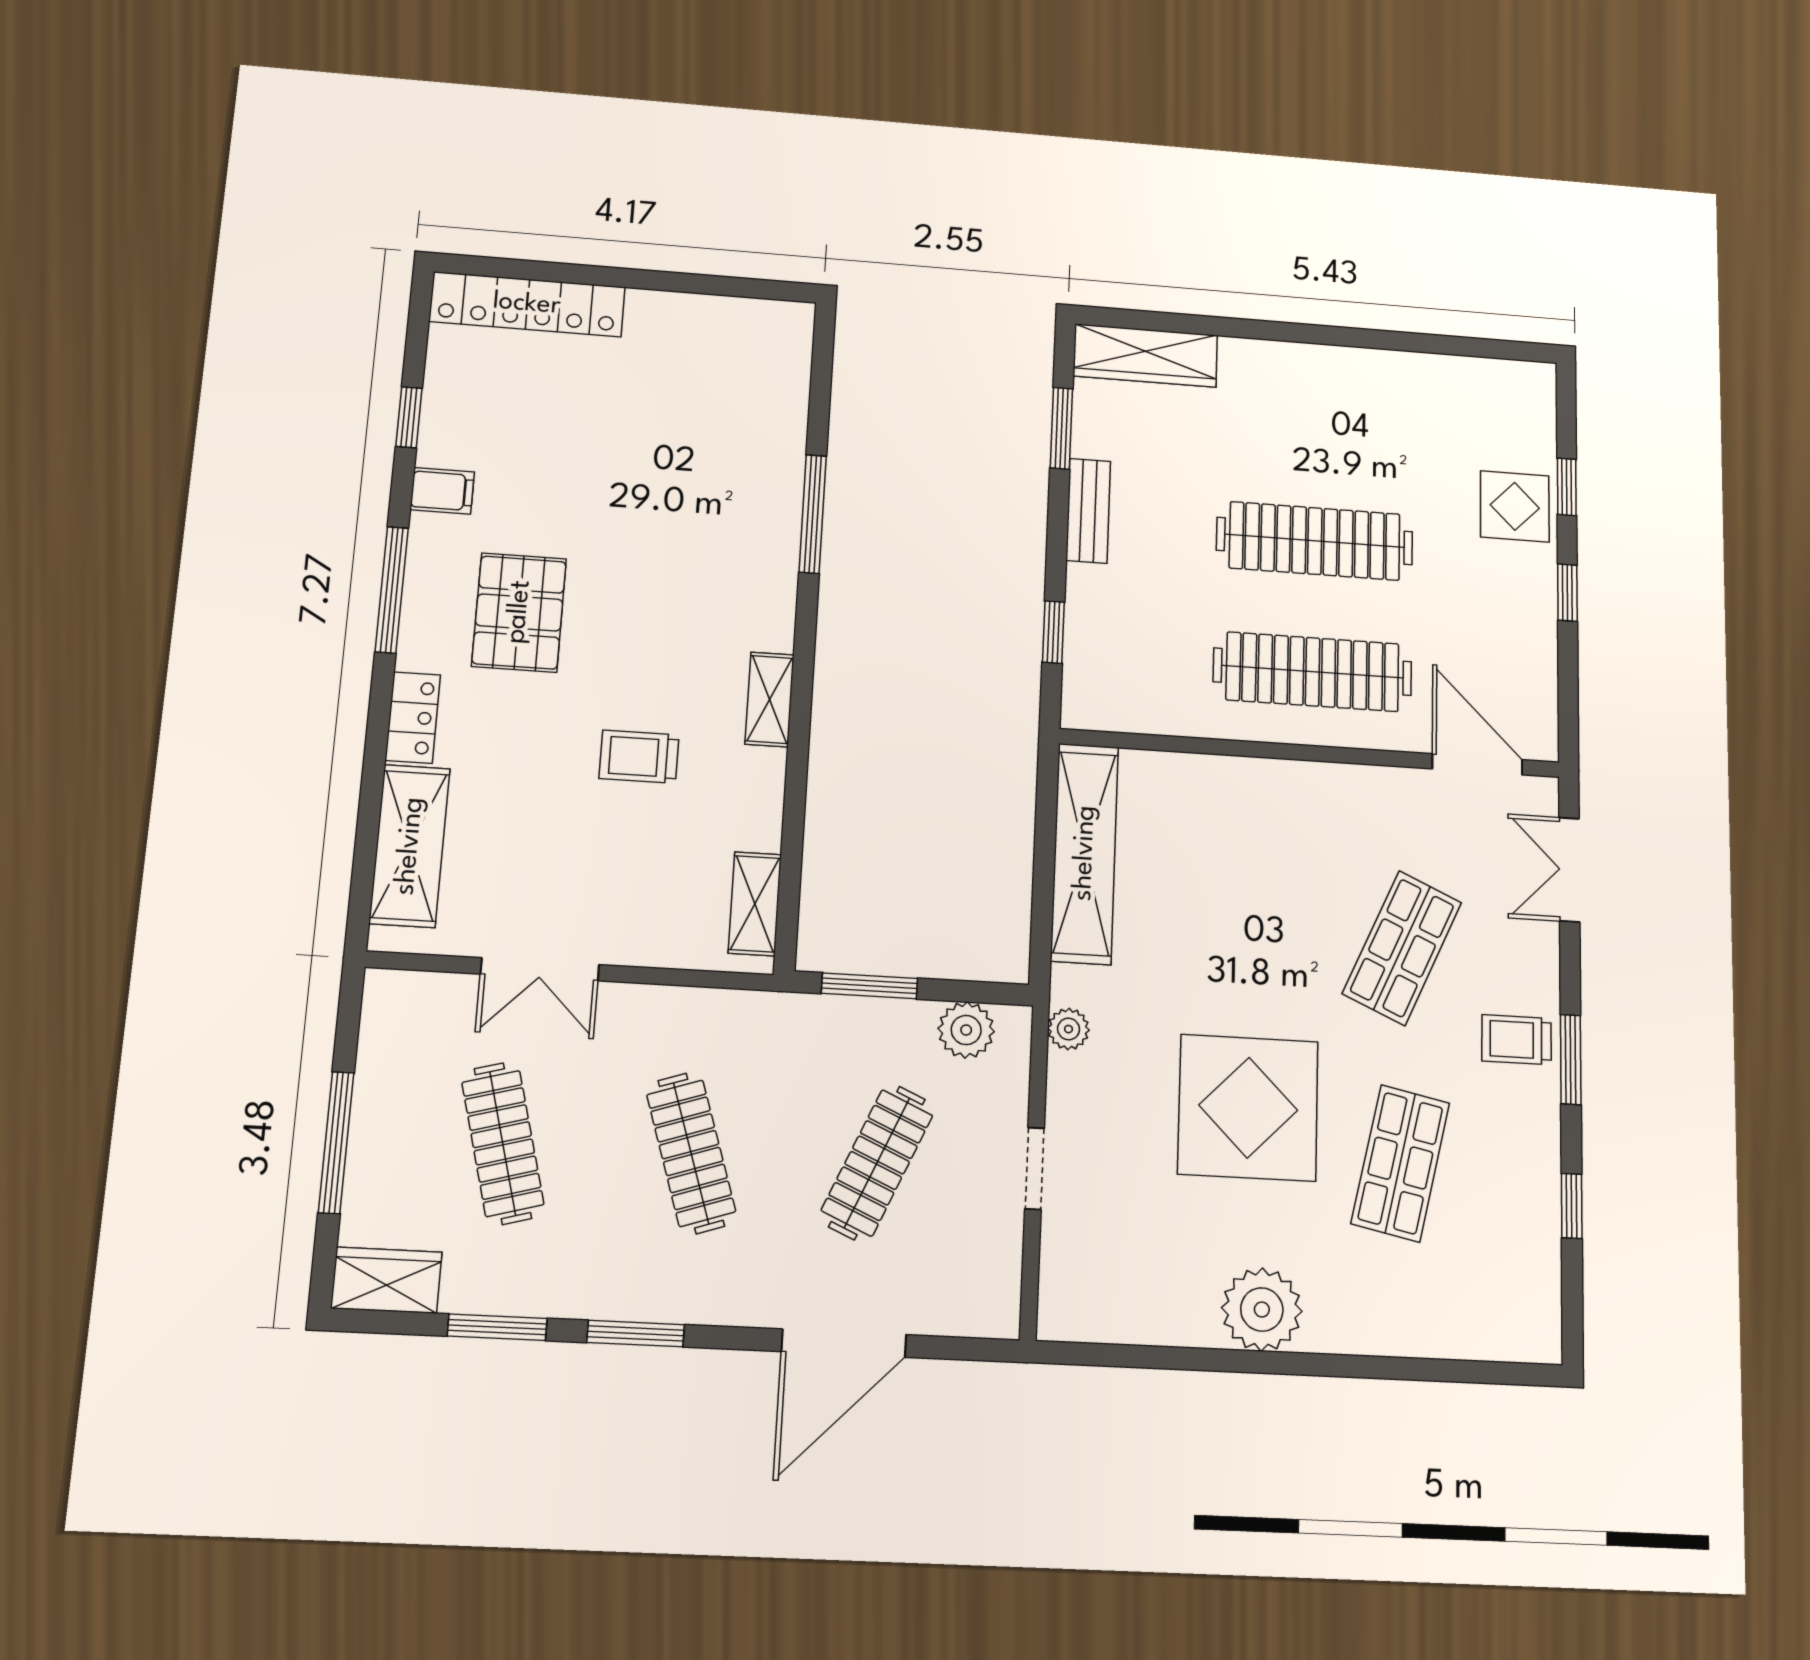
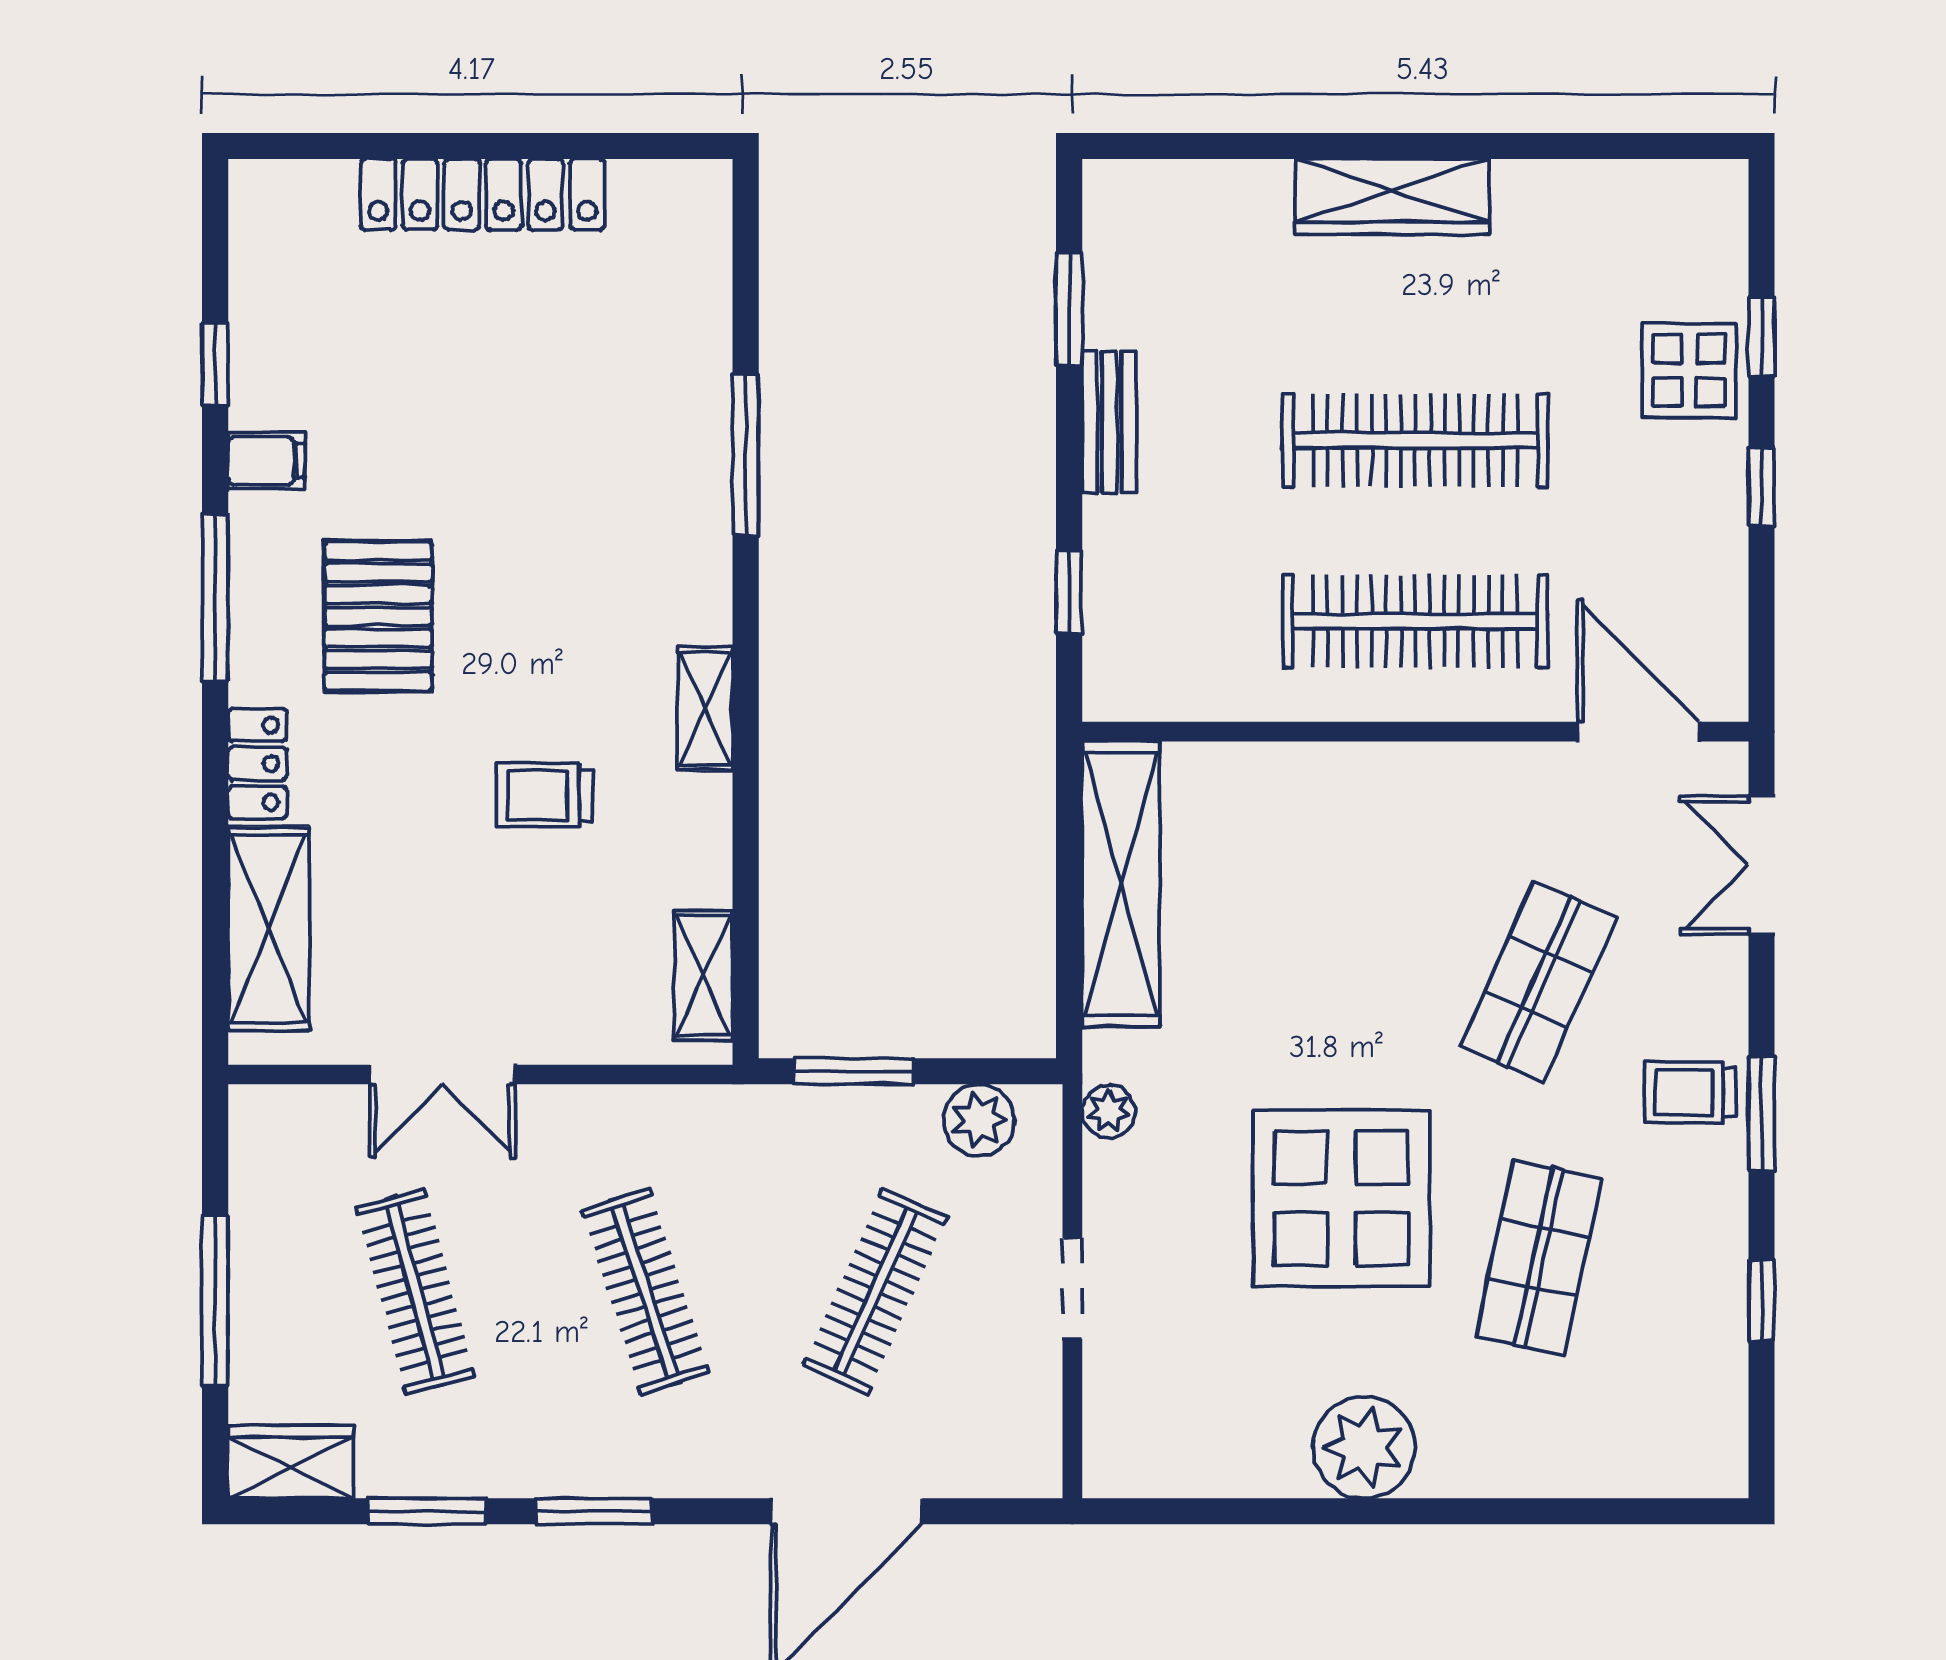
locker: (527, 304) -> (483, 194), moved
wardrobe: (1145, 356) -> (1392, 196), moved

